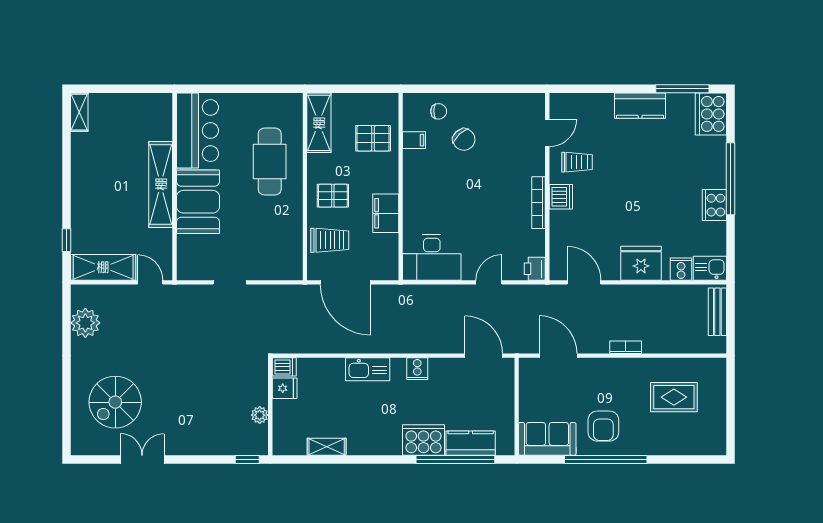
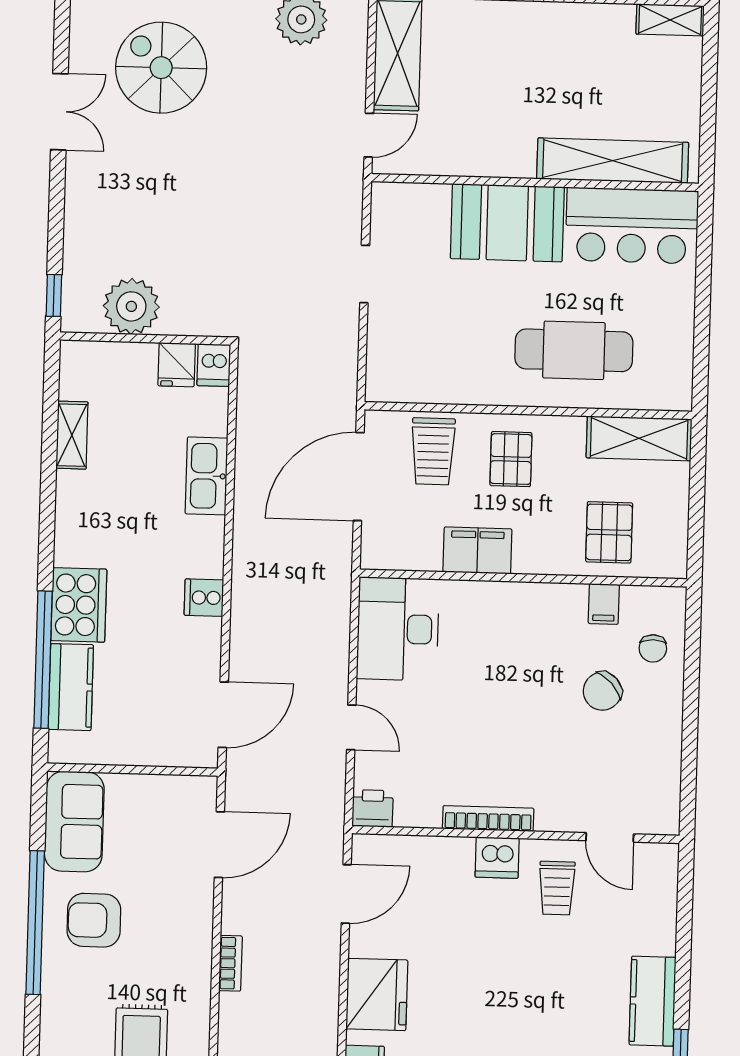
shelving: (161, 184) -> (613, 161), moved
kitchen sink: (368, 369) -> (206, 476), moved
plant: (260, 415) -> (131, 306), width x1.88, depth x1.88

